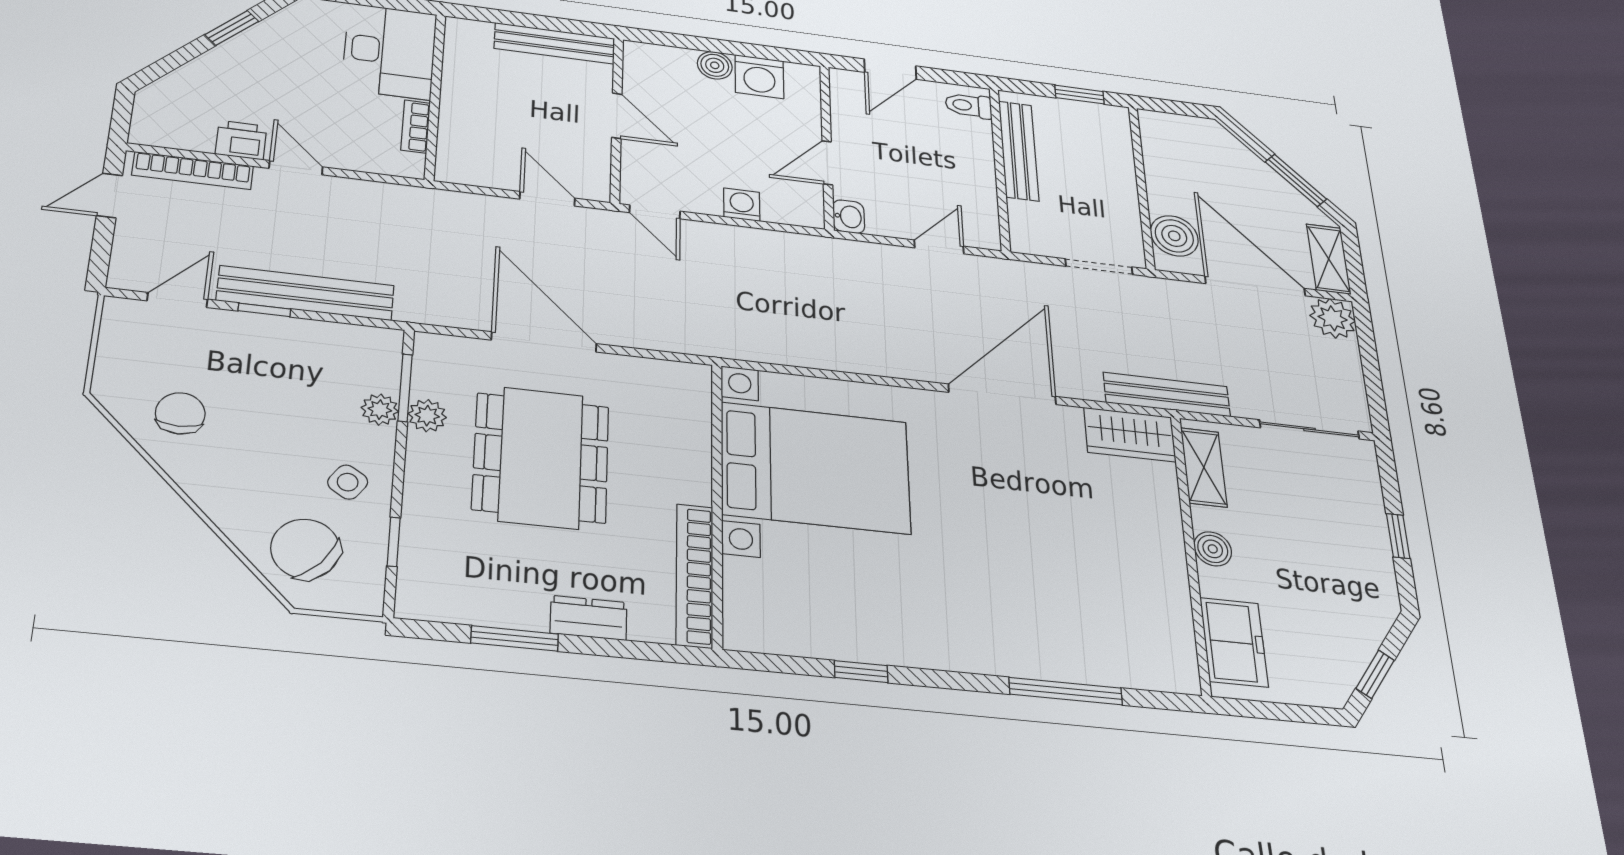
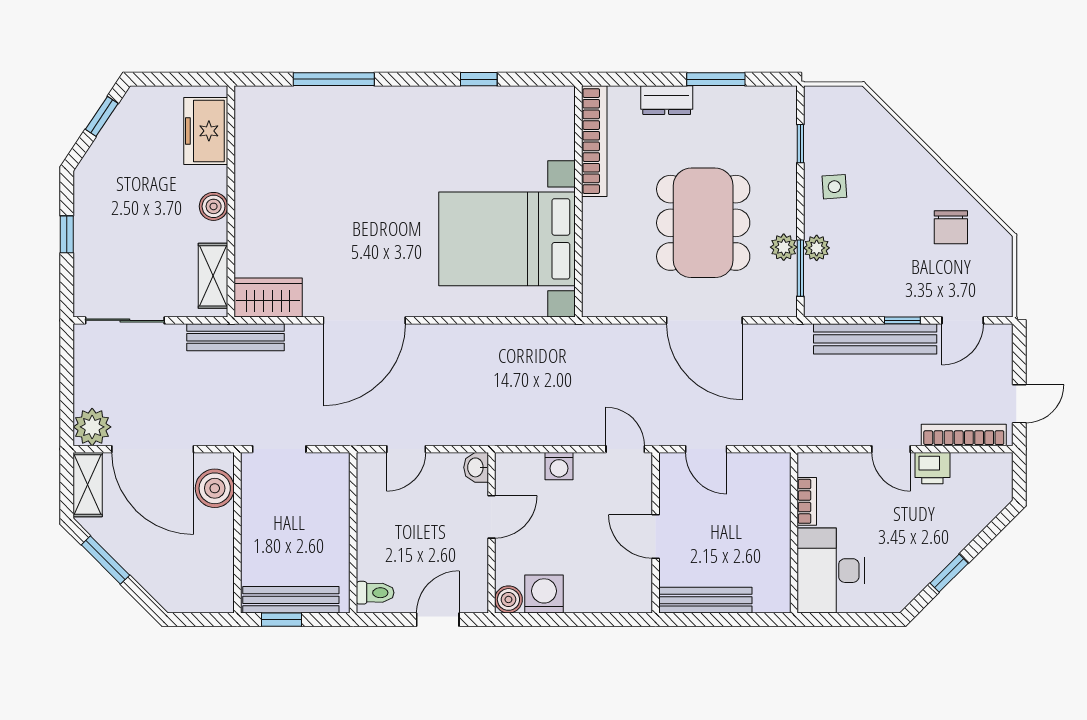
boiler: (715, 65) -> (508, 599), moved
bench: (1019, 151) -> (291, 600), moved, turned 90
side table: (348, 482) -> (834, 187), turned -38
chair: (305, 549) -> (858, 131), removed

